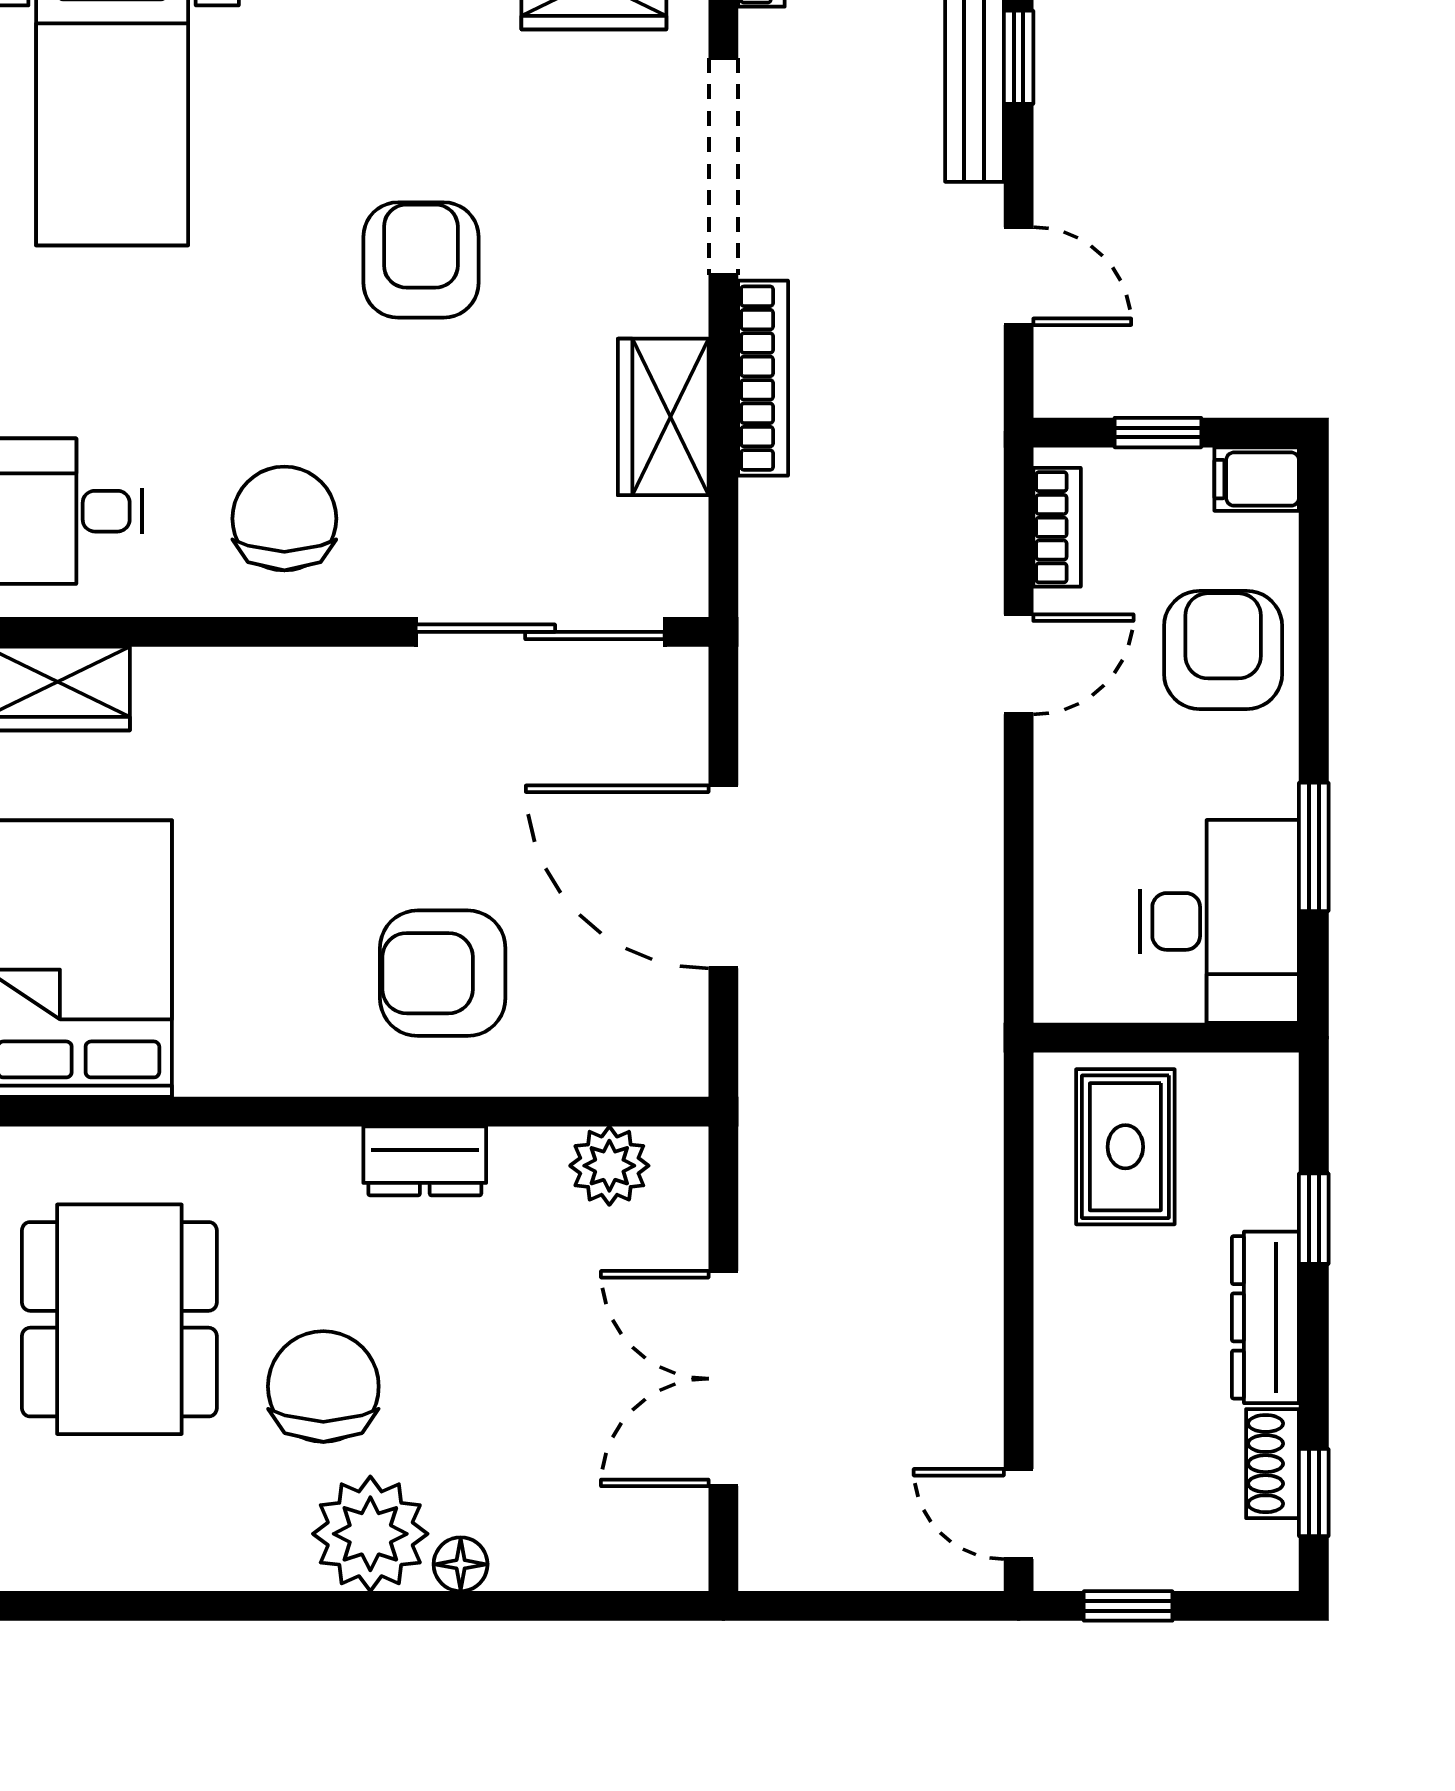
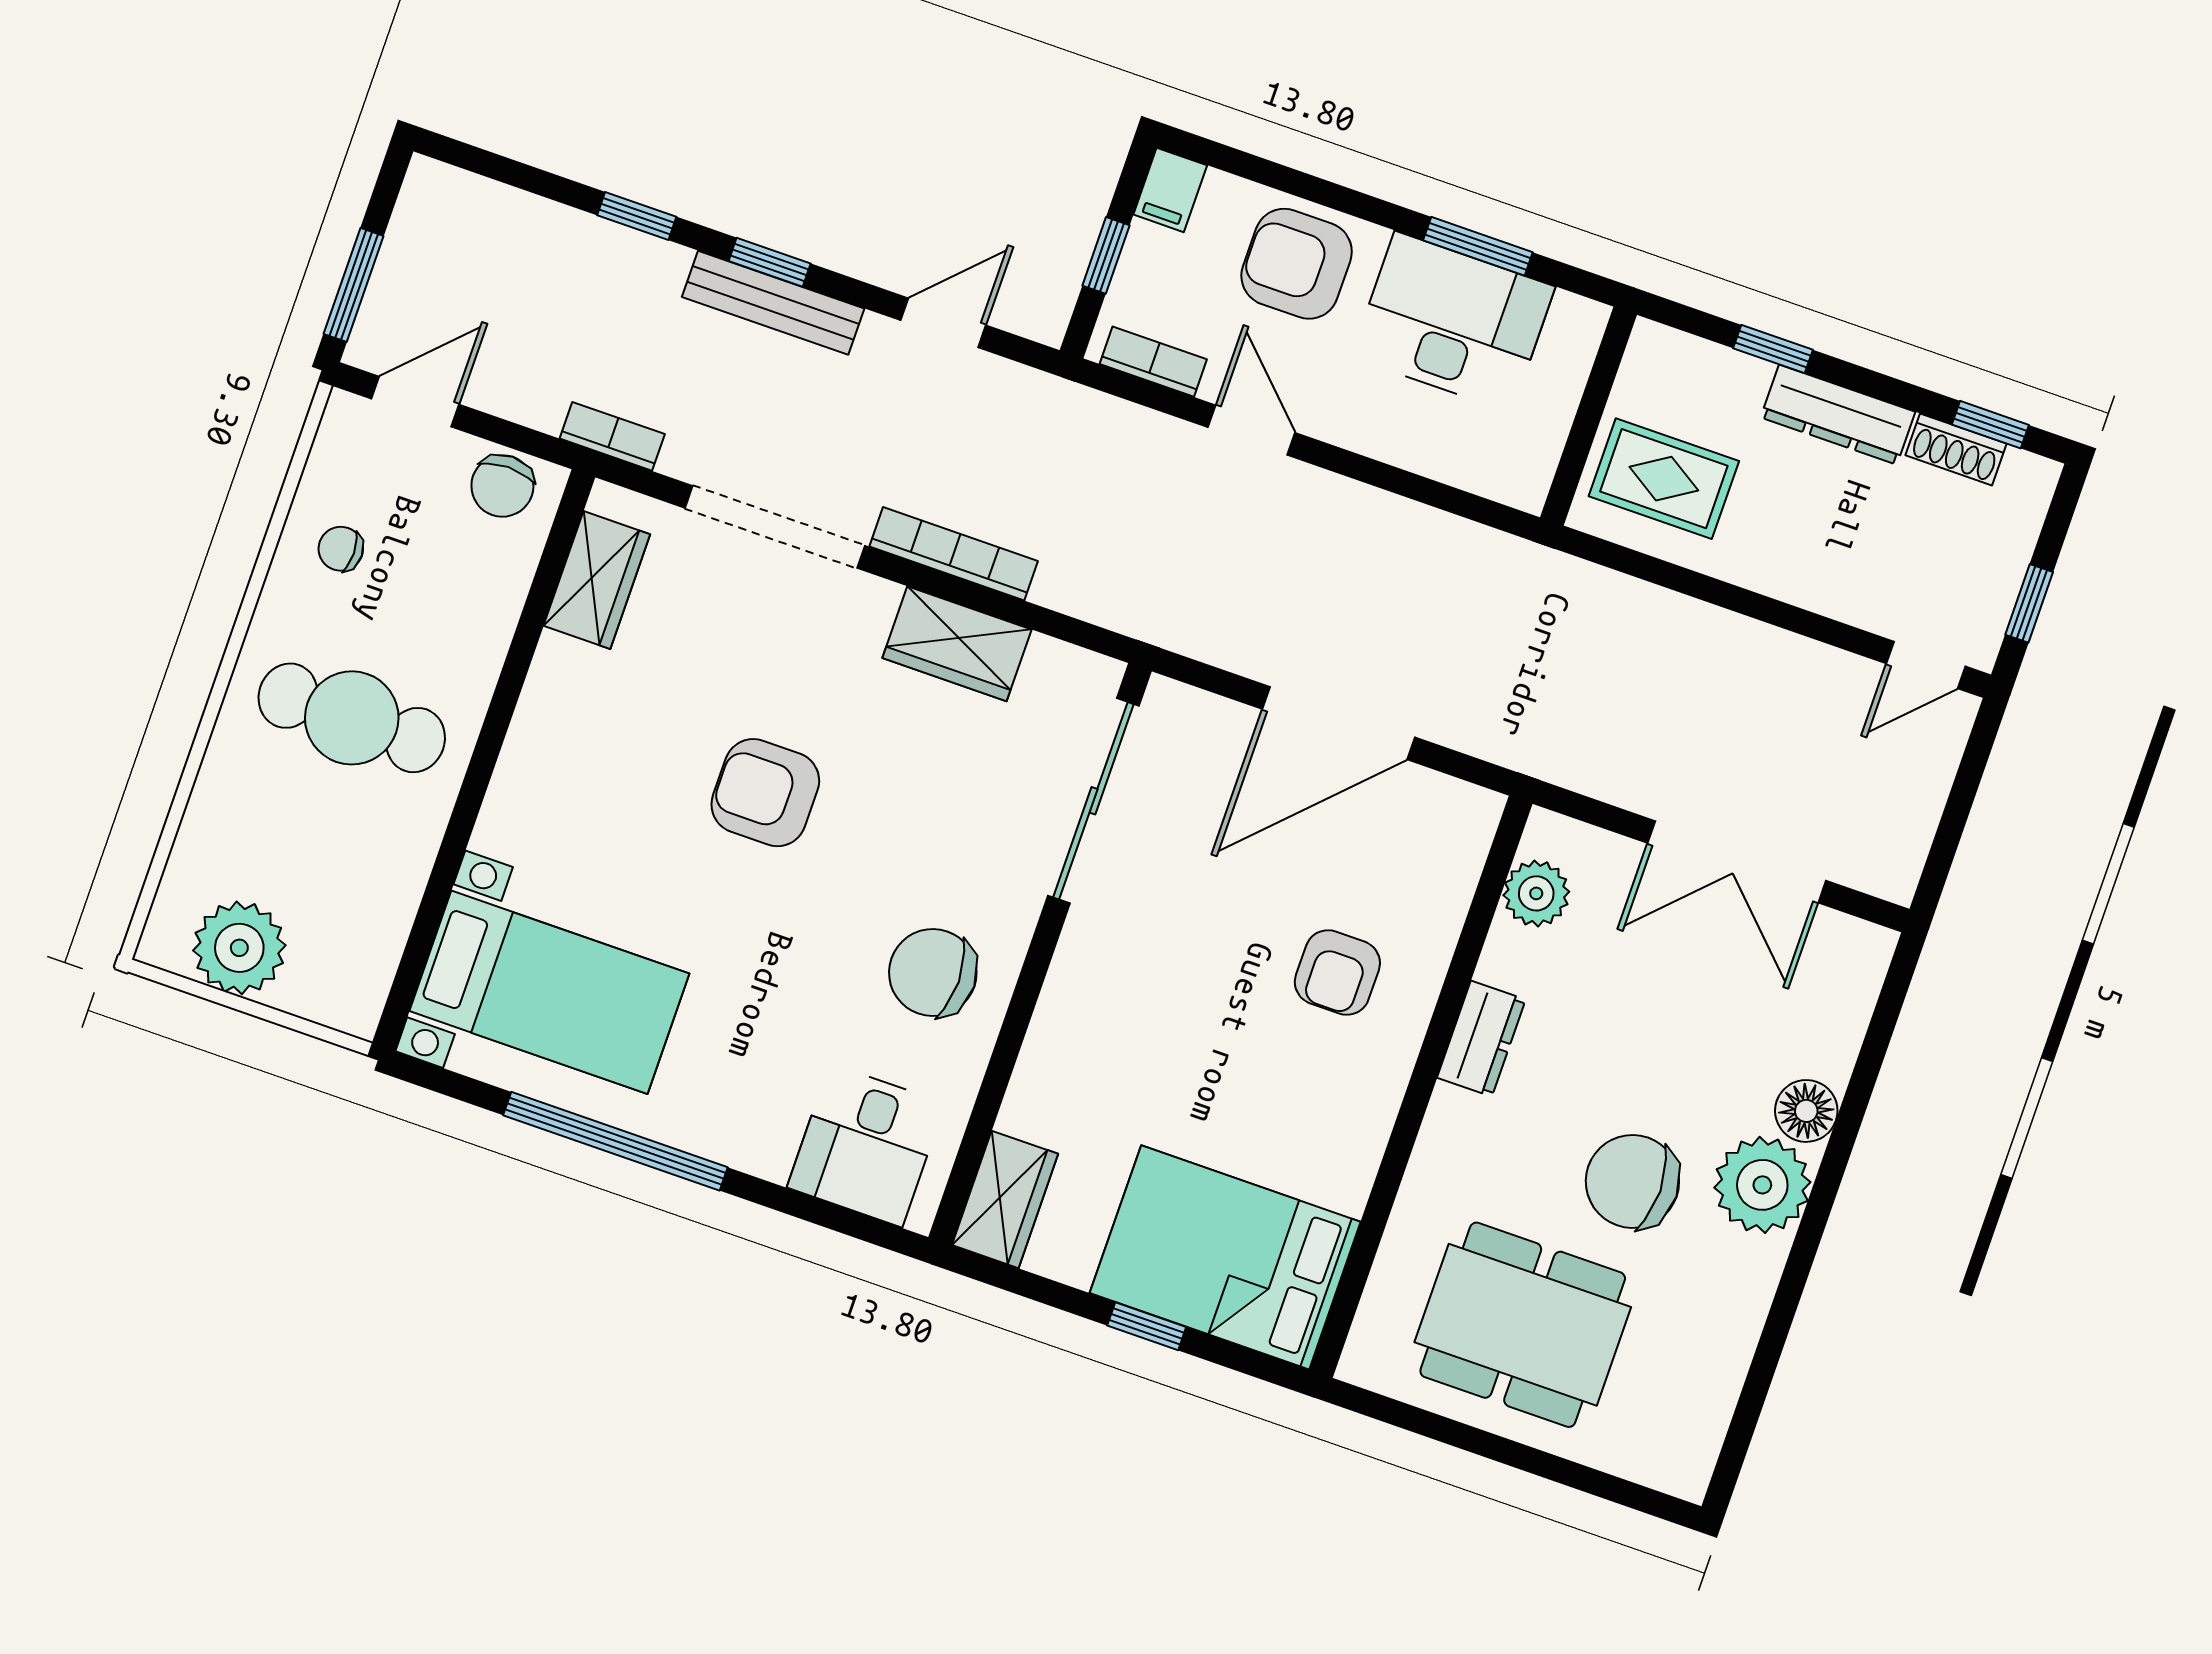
desk: (1219, 921) -> (1453, 322), moved
armchair: (443, 973) -> (1337, 972), width x0.72, depth x0.72
floor lamp: (461, 1564) -> (1806, 1111), width x1.37, depth x1.37

